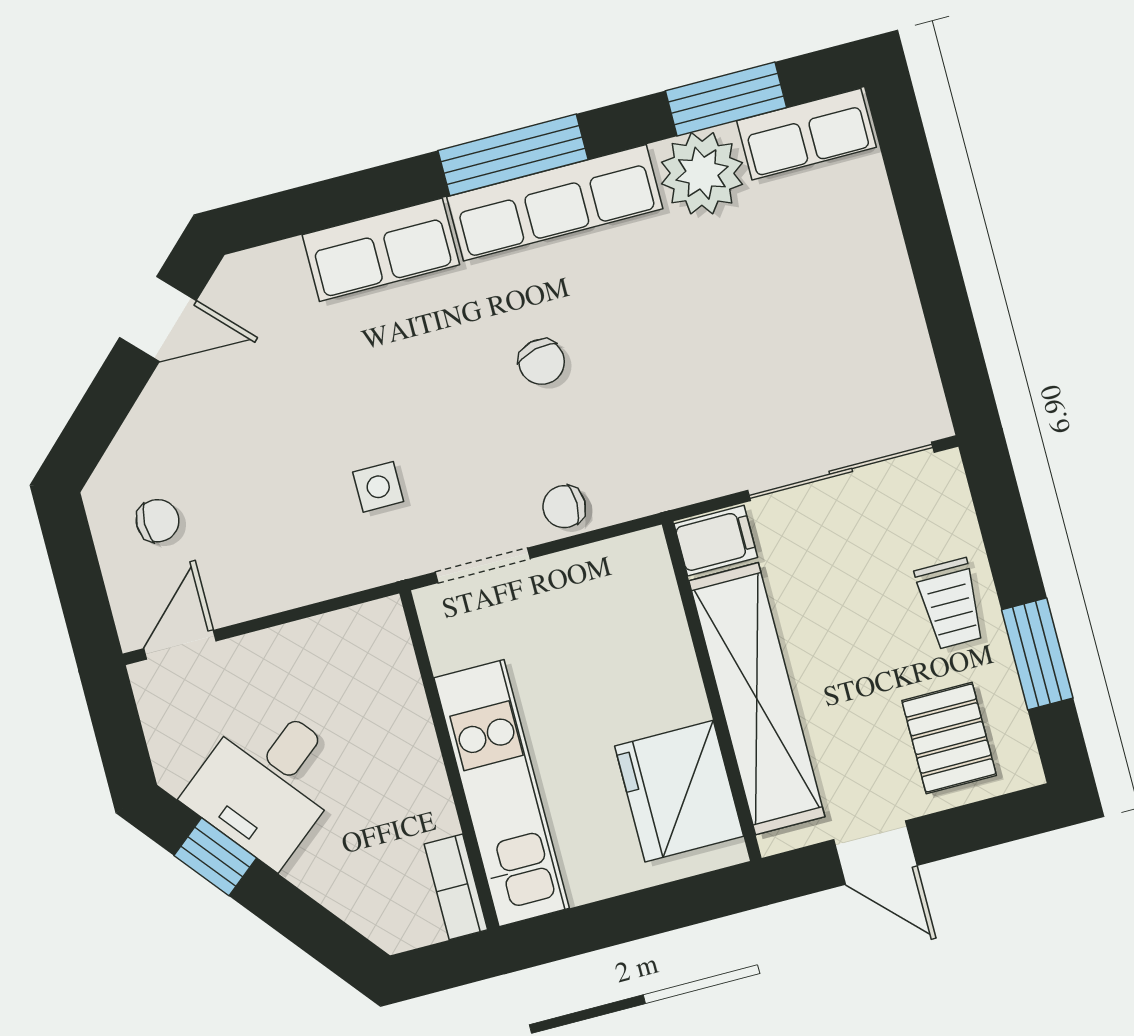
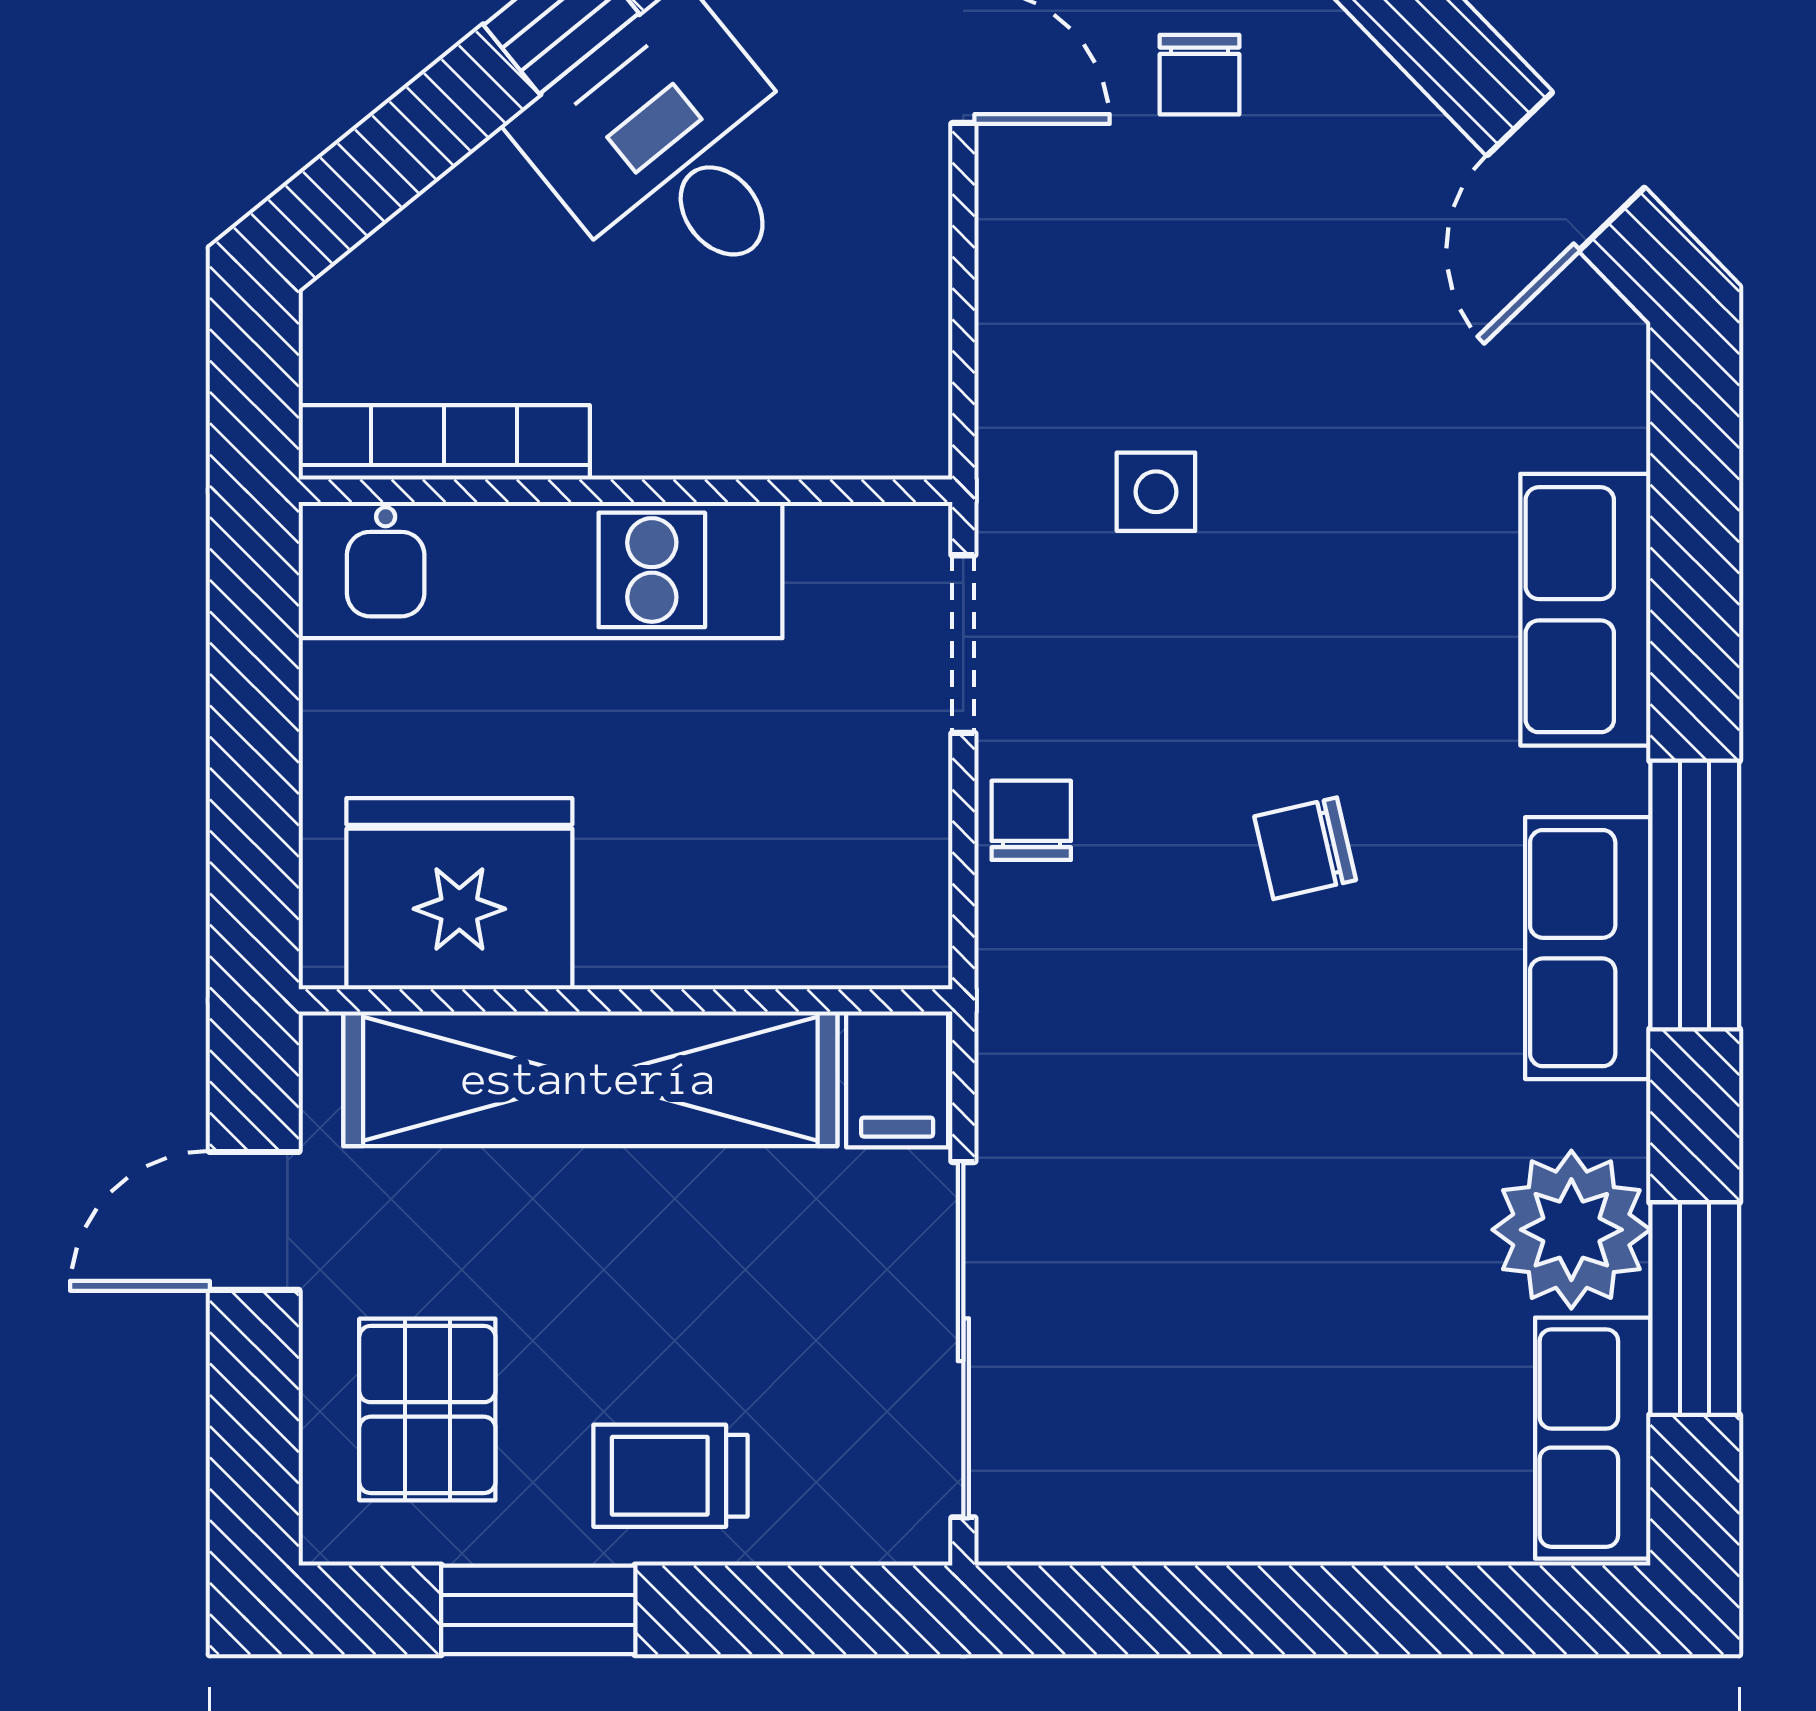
row of seats: (555, 203) -> (1588, 948), width x0.68
pallet: (949, 738) -> (427, 1409), turned 90
bookcase: (456, 887) -> (444, 442), width x1.56

